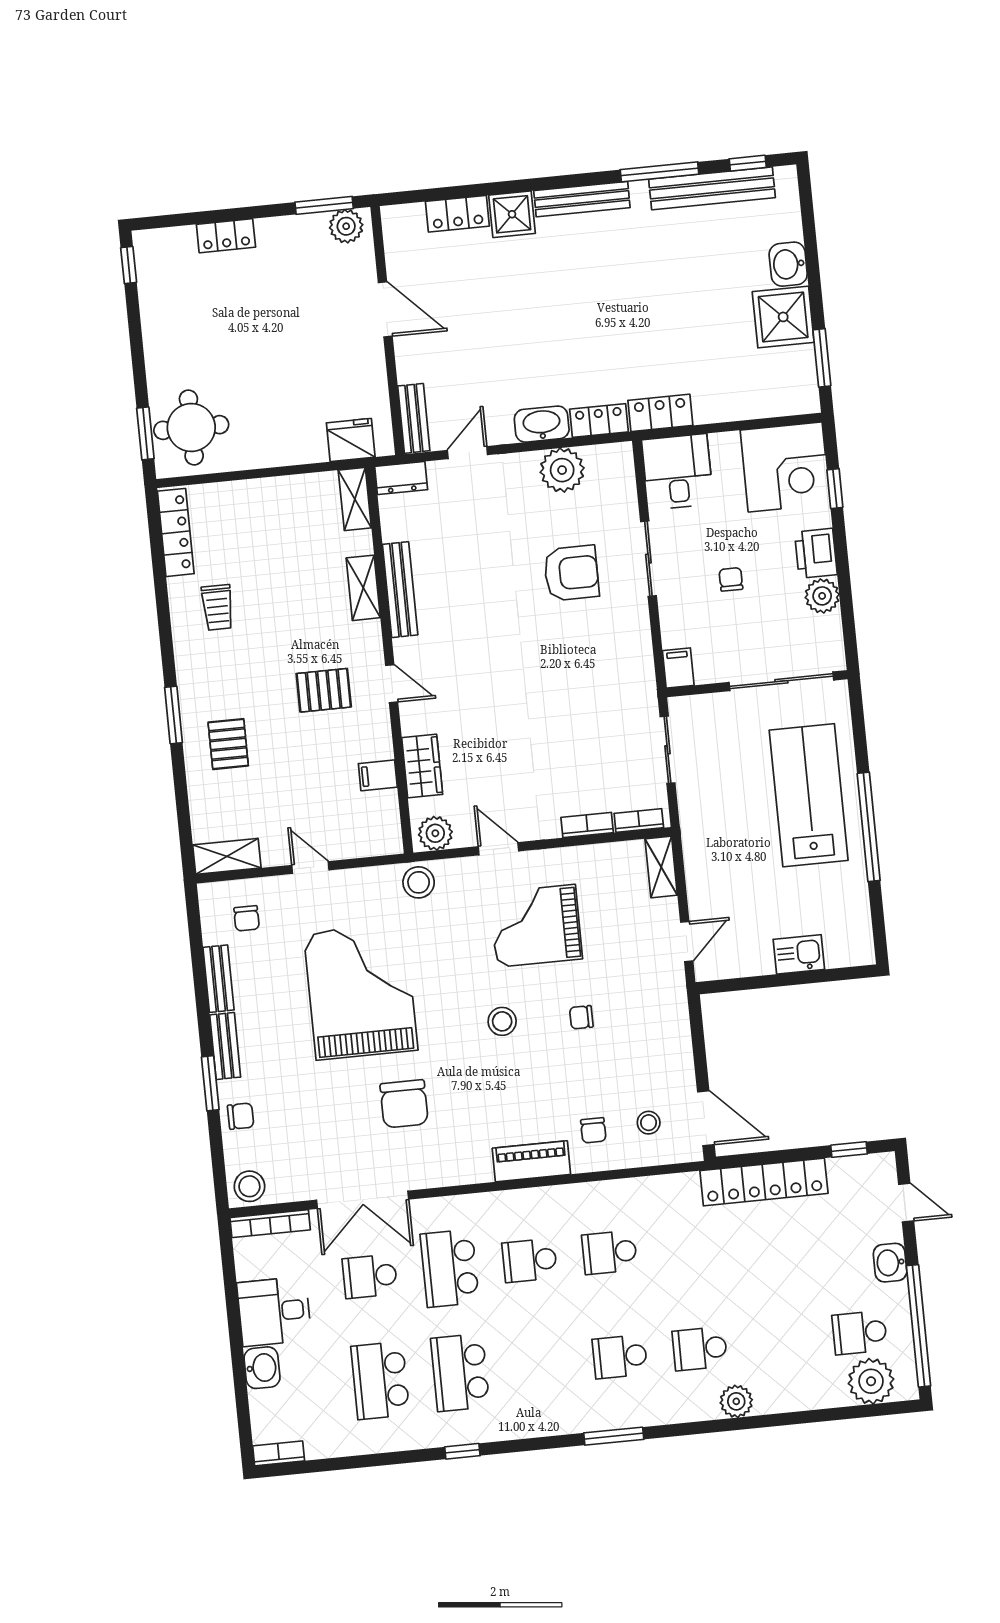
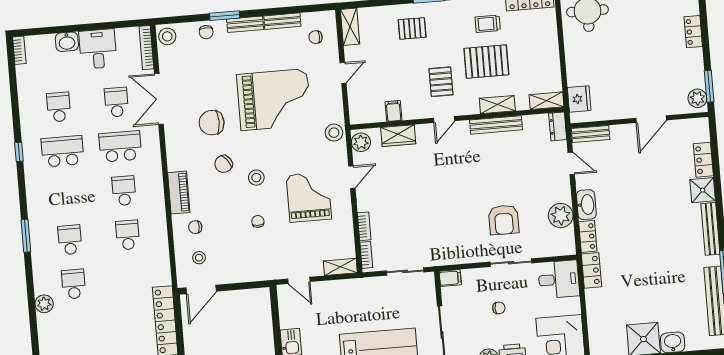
pallet: (286, 609) -> (486, 62), added
chair: (478, 1081) -> (224, 164), added
school desk: (380, 1381) -> (59, 107), width x0.54

